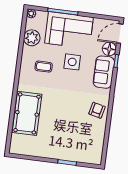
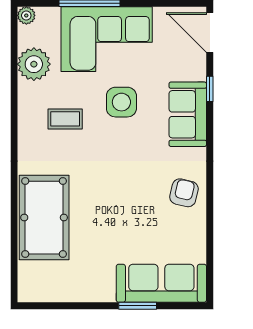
door: (120, 34) -> (210, 33), hinge flipped
floor lamp: (109, 49) -> (193, 66), removed
sofa: (80, 153) -> (161, 283), added

